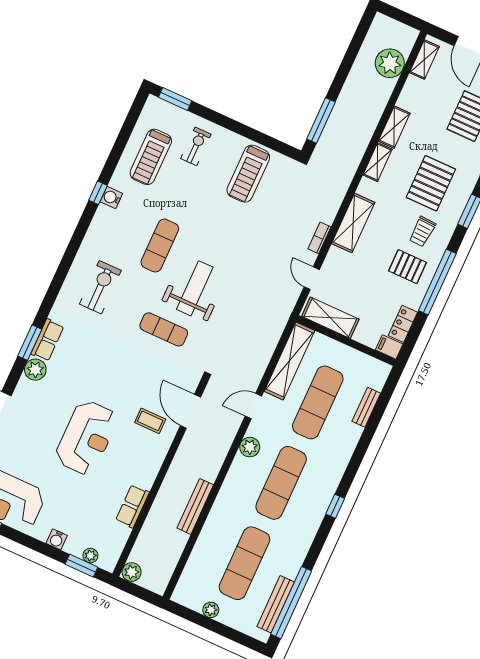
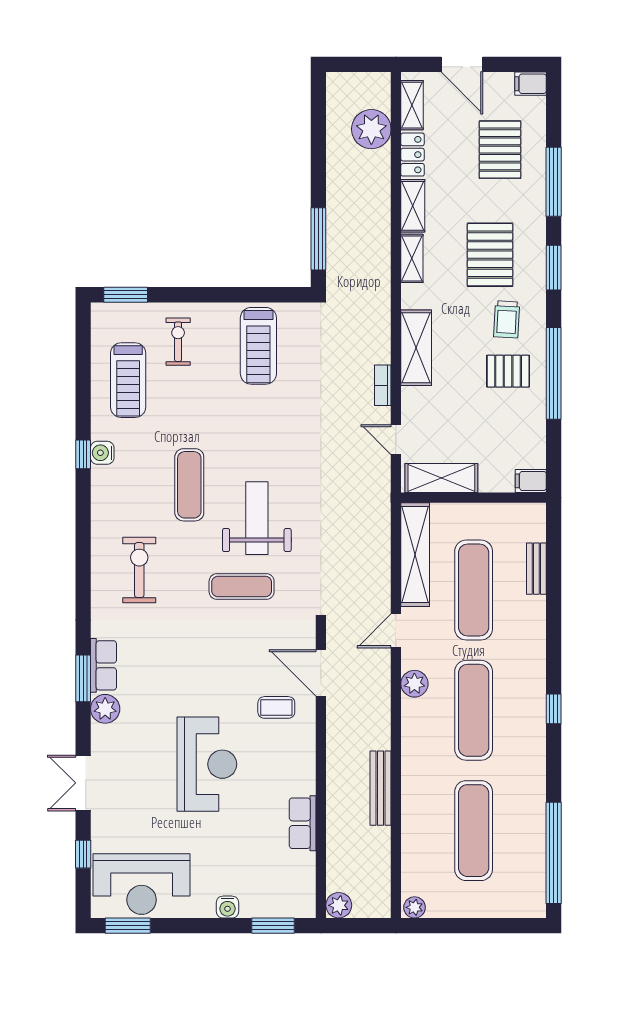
locker: (403, 324) -> (413, 155), moved, turned 180
plant: (90, 556) -> (278, 908), removed
bench: (276, 604) -> (535, 864), removed
plant: (211, 610) -> (415, 907), moved

